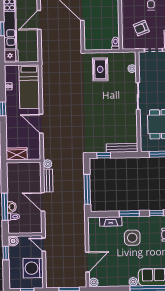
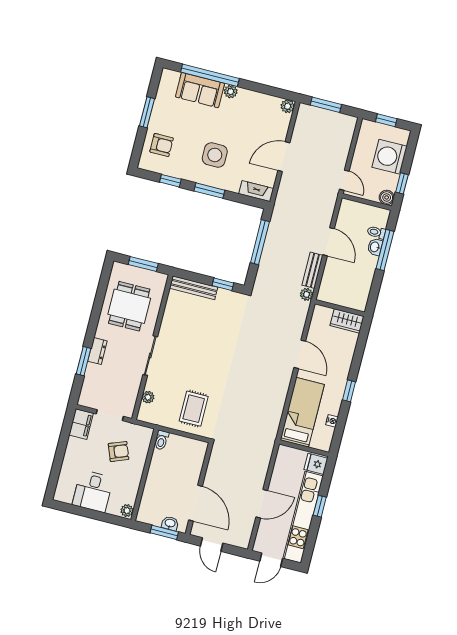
fireplace: (111, 221) -> (256, 191), moved
door: (87, 262) -> (284, 157), moved
washing machine: (33, 268) -> (390, 157), moved, turned 180

